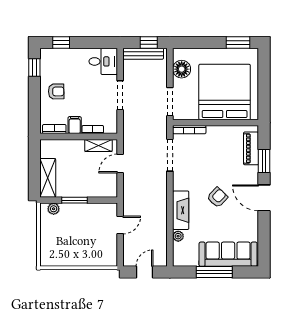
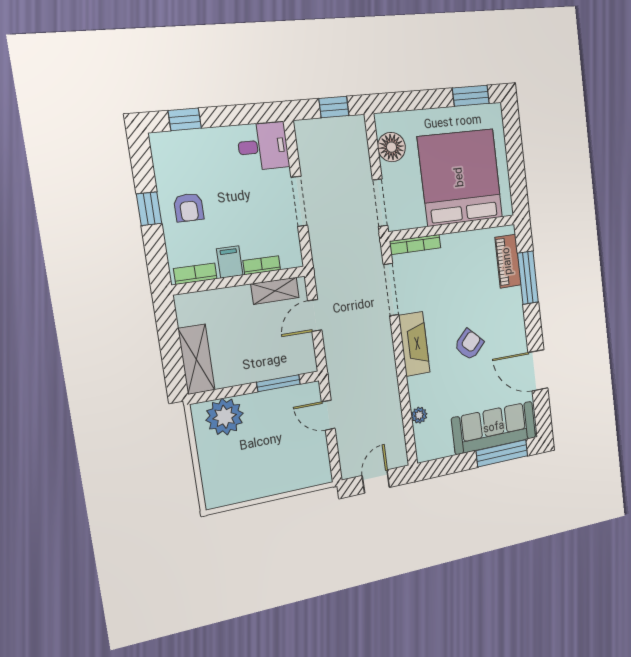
bench: (143, 54) -> (327, 127), removed
window: (34, 67) -> (149, 209), moved
armchair: (56, 91) -> (189, 207), turned 91
window: (264, 161) -> (528, 278), width x1.44
door: (264, 198) -> (538, 370), moved
window: (75, 200) -> (279, 383), moved
plant: (54, 209) -> (225, 417), width x1.88, depth x1.88
fireplace: (181, 210) -> (414, 344), moved
door: (120, 225) -> (328, 415), swing flipped
window: (214, 272) -> (502, 453), moved

